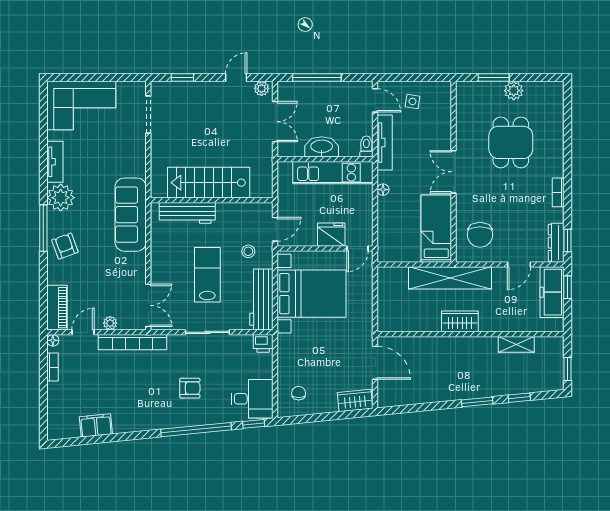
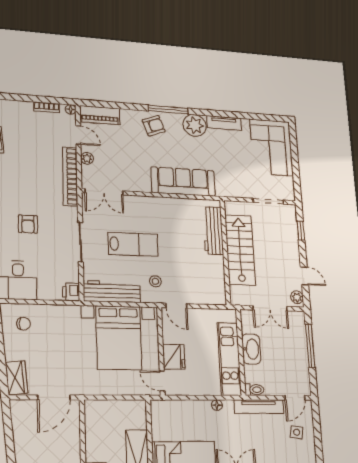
stairs: (209, 183) -> (240, 250), moved
wall: (212, 200) -> (225, 252), moved
workbench: (187, 213) -> (213, 231), moved

